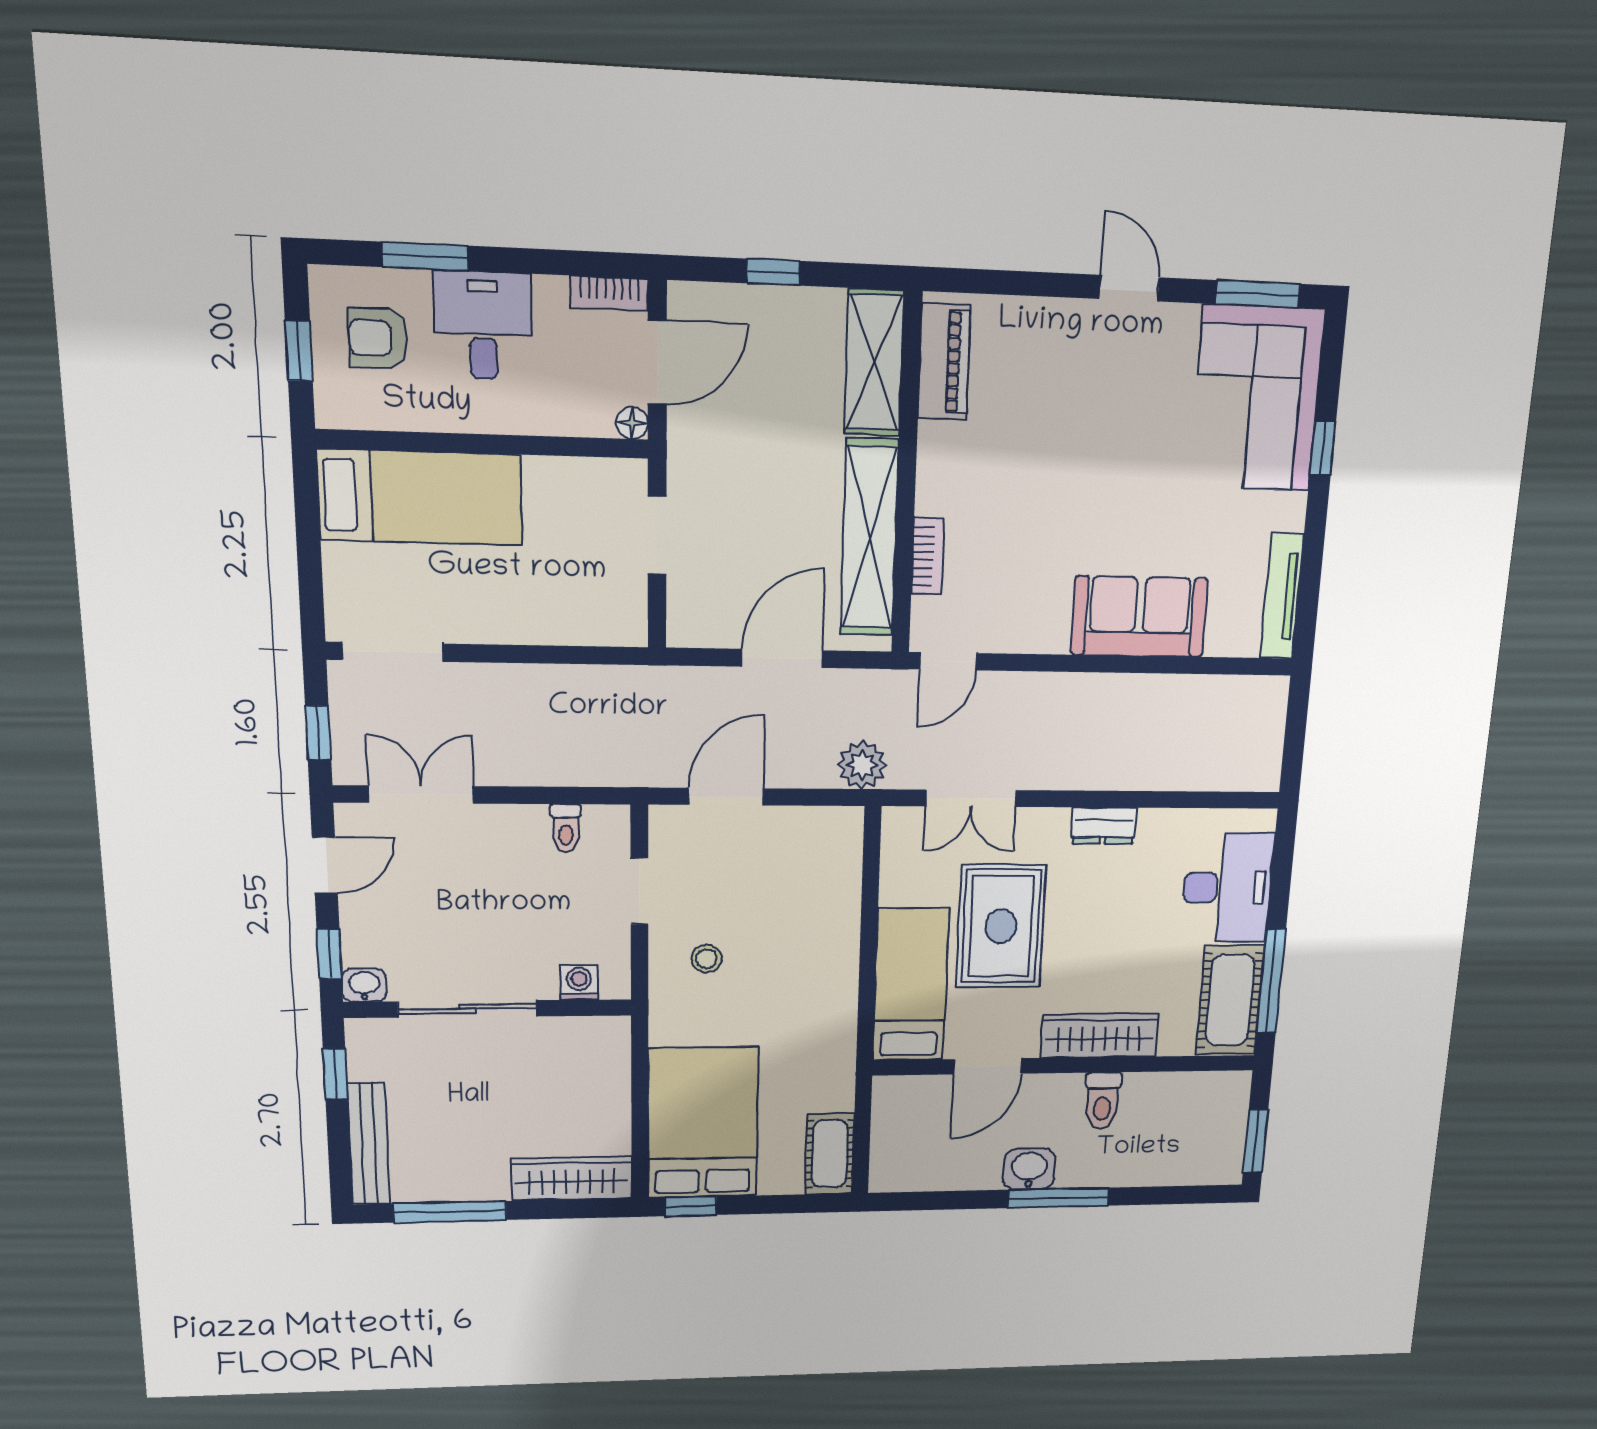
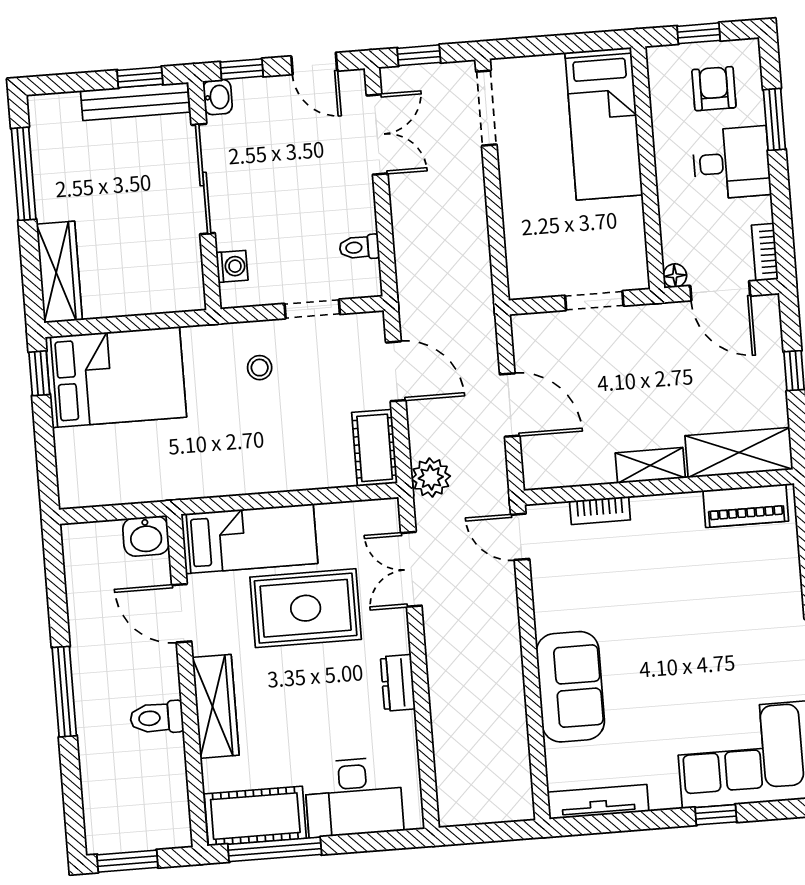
shelving: (869, 538) -> (650, 465), width x0.45, depth x0.75
bench: (369, 1144) -> (135, 101), moved
cot: (830, 1154) -> (375, 448), moved, turned 90
washbasin: (1029, 1169) -> (146, 536), moved, turned 90

